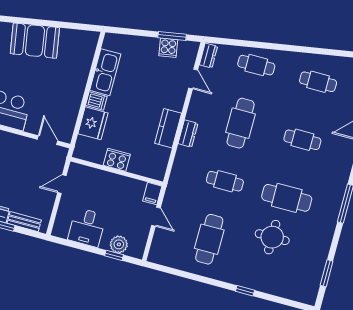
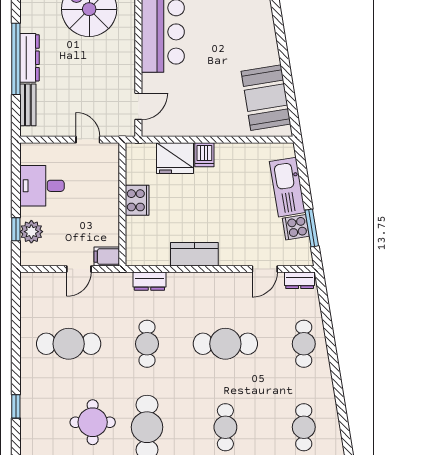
booth: (35, 41) -> (266, 98), moved
kitchen sink: (105, 72) -> (287, 187), moved, turned 81
dresser: (188, 134) -> (149, 281), moved

